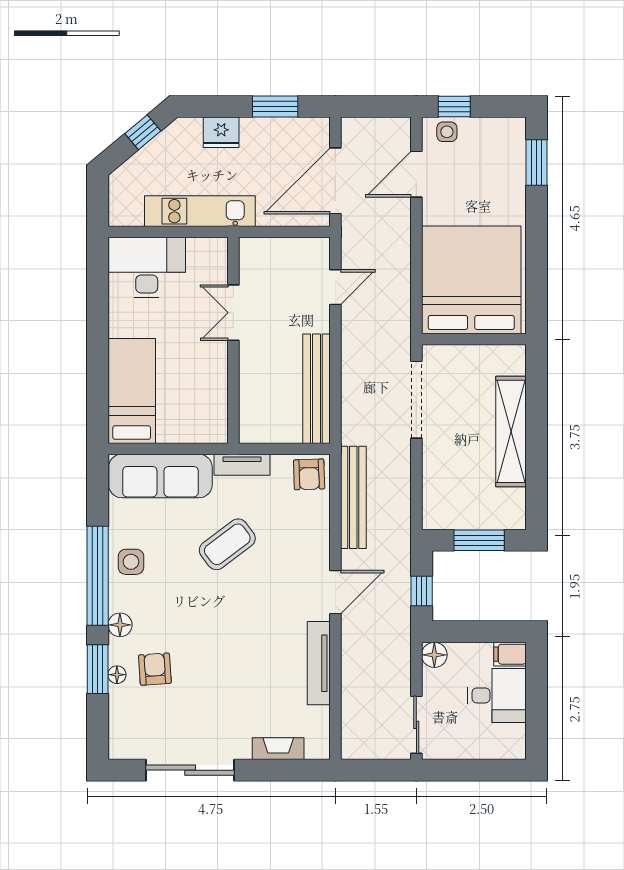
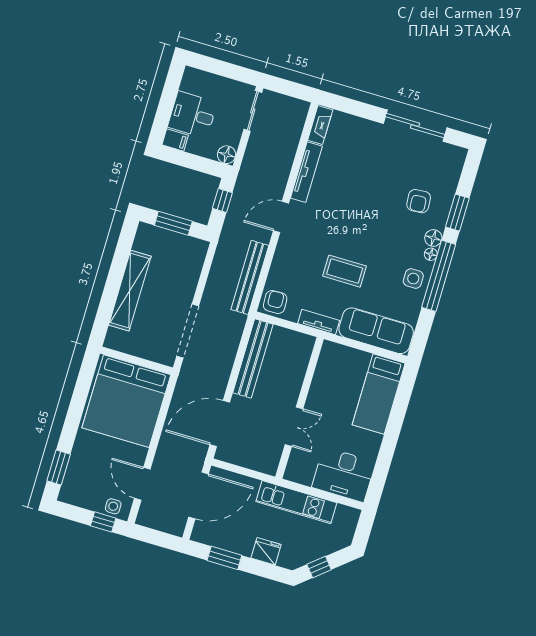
door: (416, 174) -> (142, 484), swing flipped
door: (335, 287) -> (220, 424), width x1.87
coffee table: (227, 544) -> (345, 271), turned 37
floor lamp: (117, 675) -> (431, 254), moved
fireplace: (278, 749) -> (320, 125), moved, turned -90

